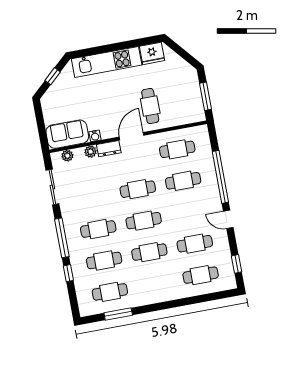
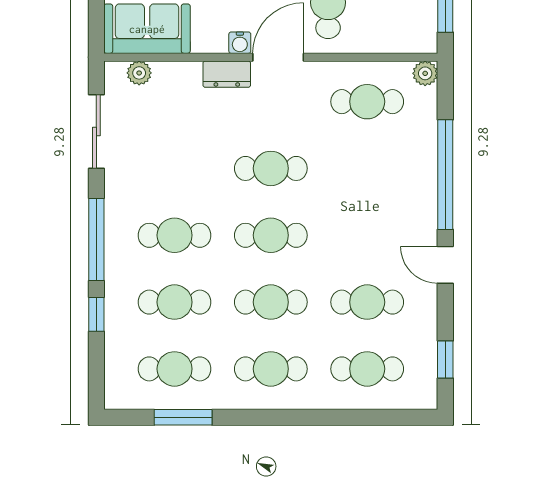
water cooler: (95, 136) -> (240, 43), moved
plant: (91, 152) -> (425, 73), moved
cafe table: (183, 181) -> (271, 369), moved

